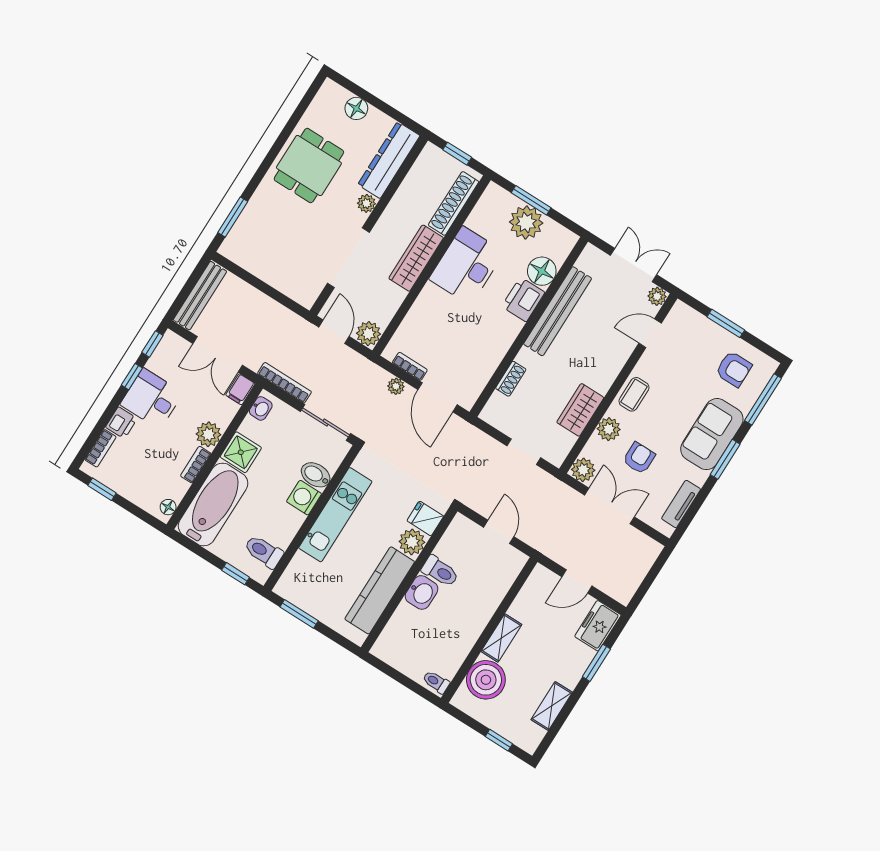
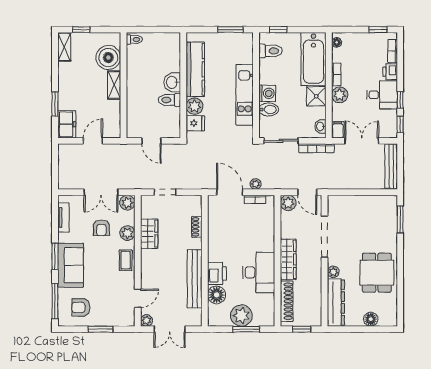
shelving: (552, 706) -> (64, 47), moved

